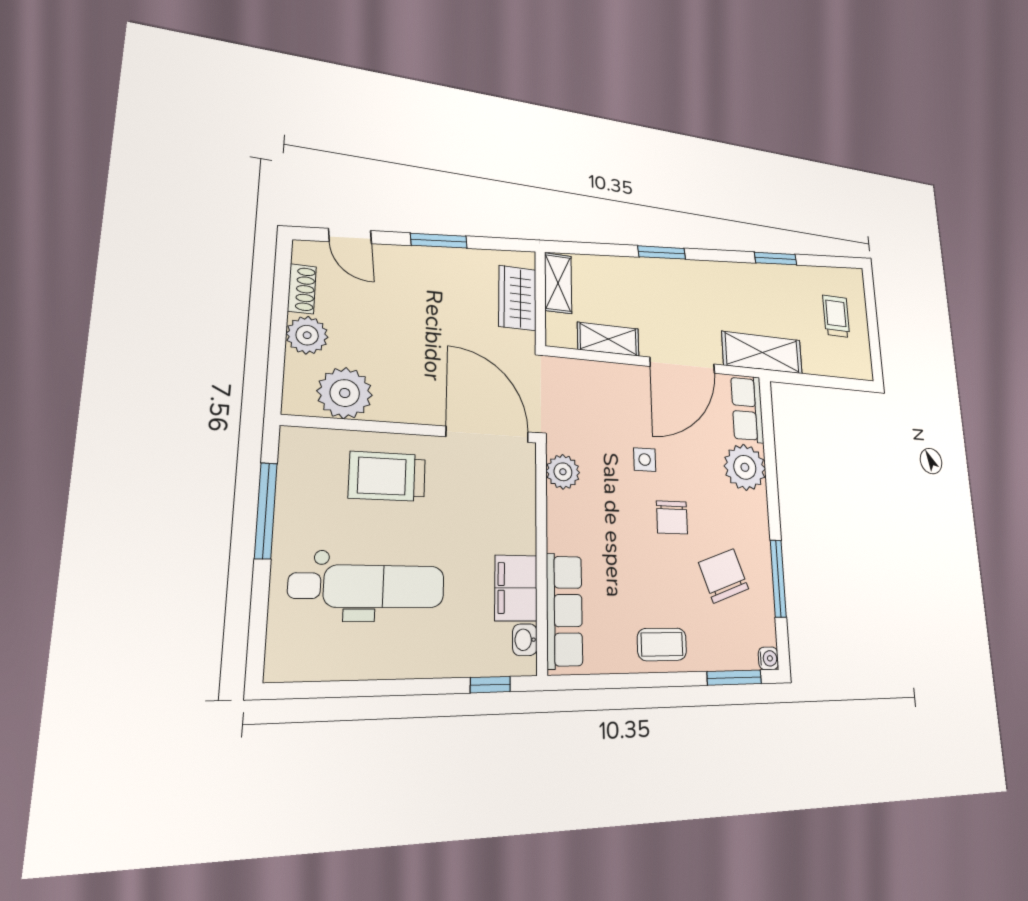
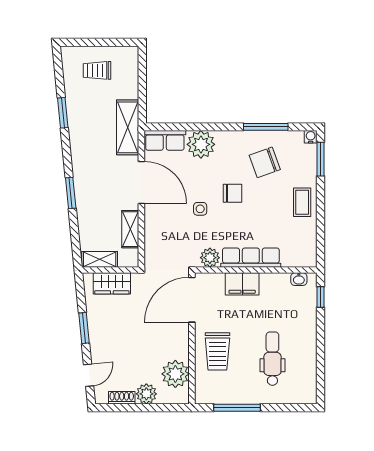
dental chair: (368, 586) -> (272, 359), width x0.73, depth x0.72
filing cabinet: (516, 588) -> (242, 284), moved
row of seats: (564, 611) -> (251, 258), moved

